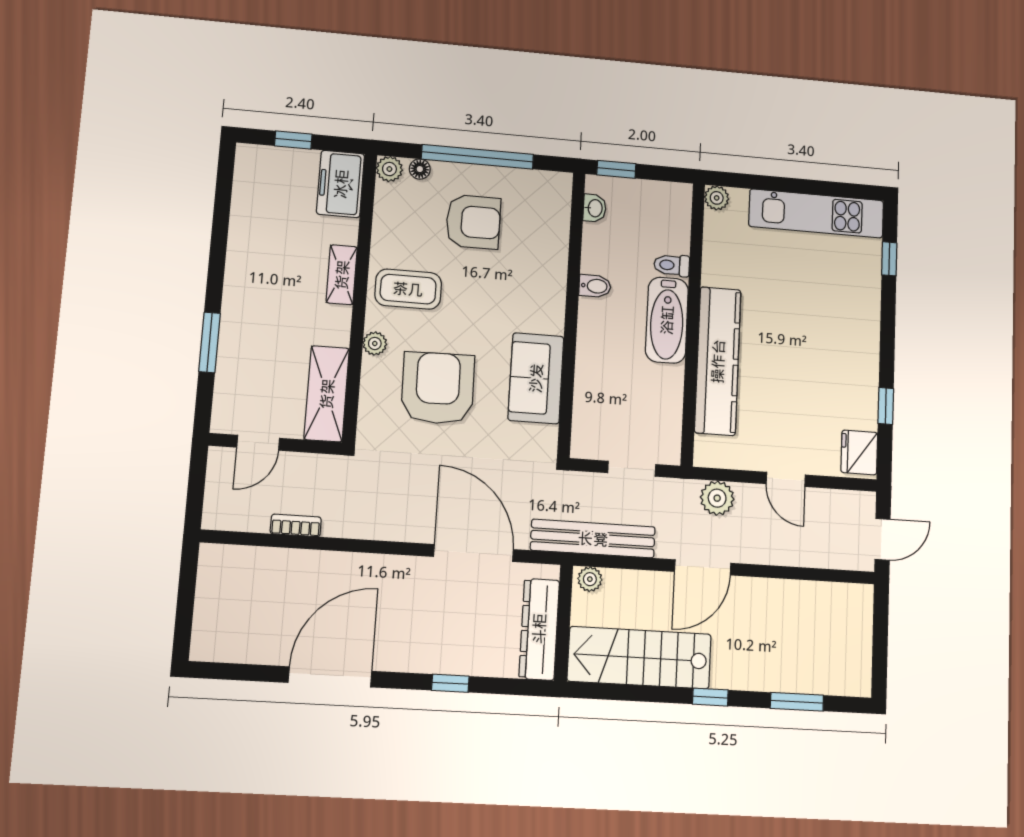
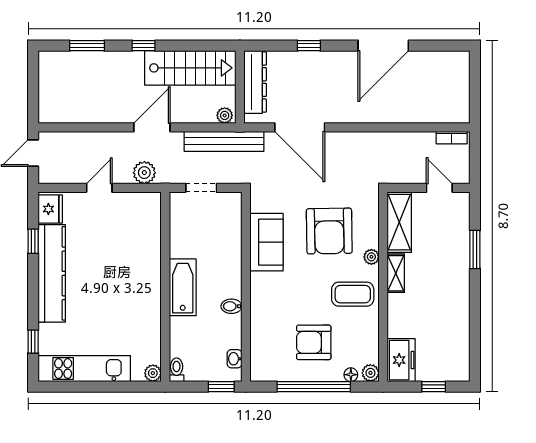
toilet: (672, 265) -> (177, 370), moved, turned -90
shelving: (342, 275) -> (396, 273), moved
kitchen counter: (718, 361) -> (52, 273), moved, turned 180
door: (258, 443) -> (439, 188), hinge flipped
door: (786, 479) -> (99, 188), hinge flipped
bookcase: (296, 525) -> (452, 138), moved

